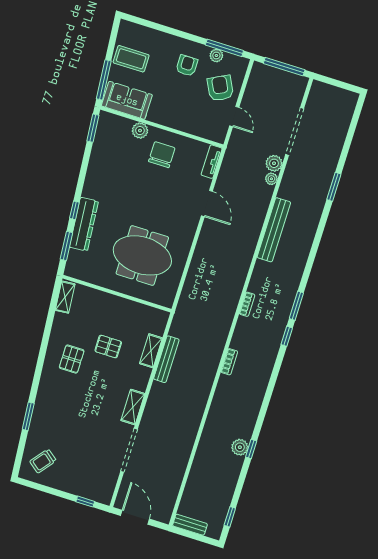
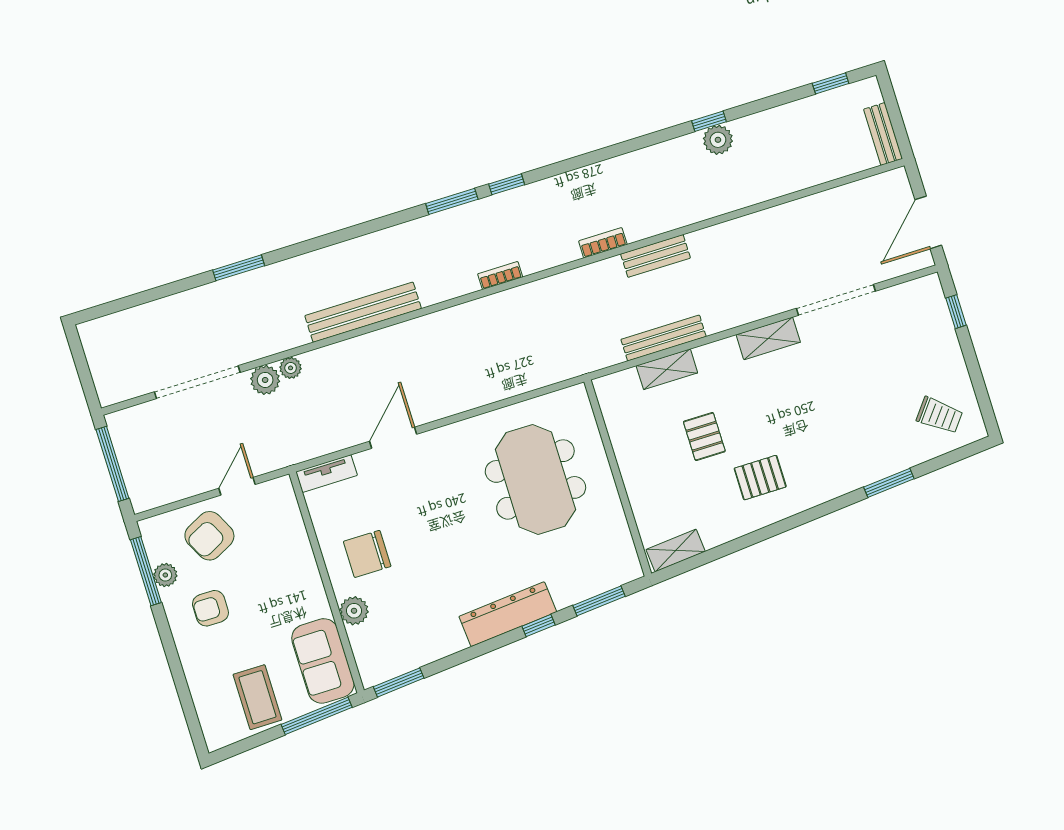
dresser: (84, 224) -> (508, 614), moved
bench: (206, 382) -> (656, 256), added

